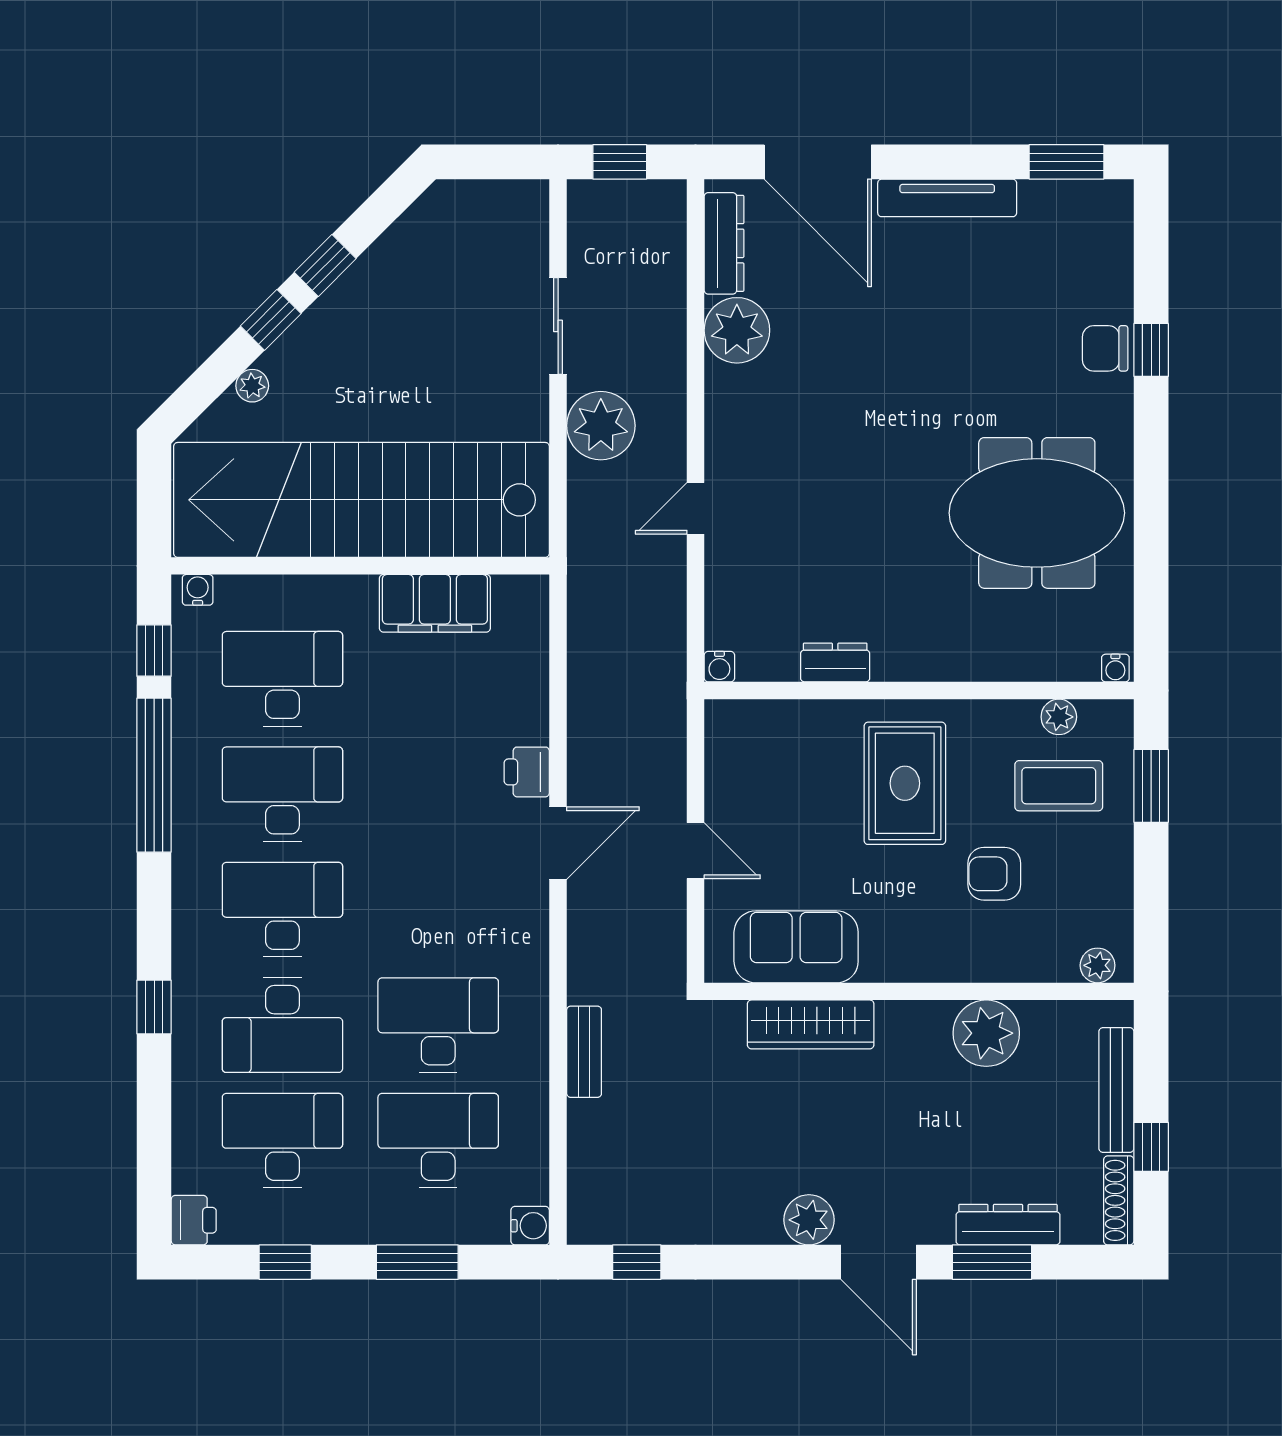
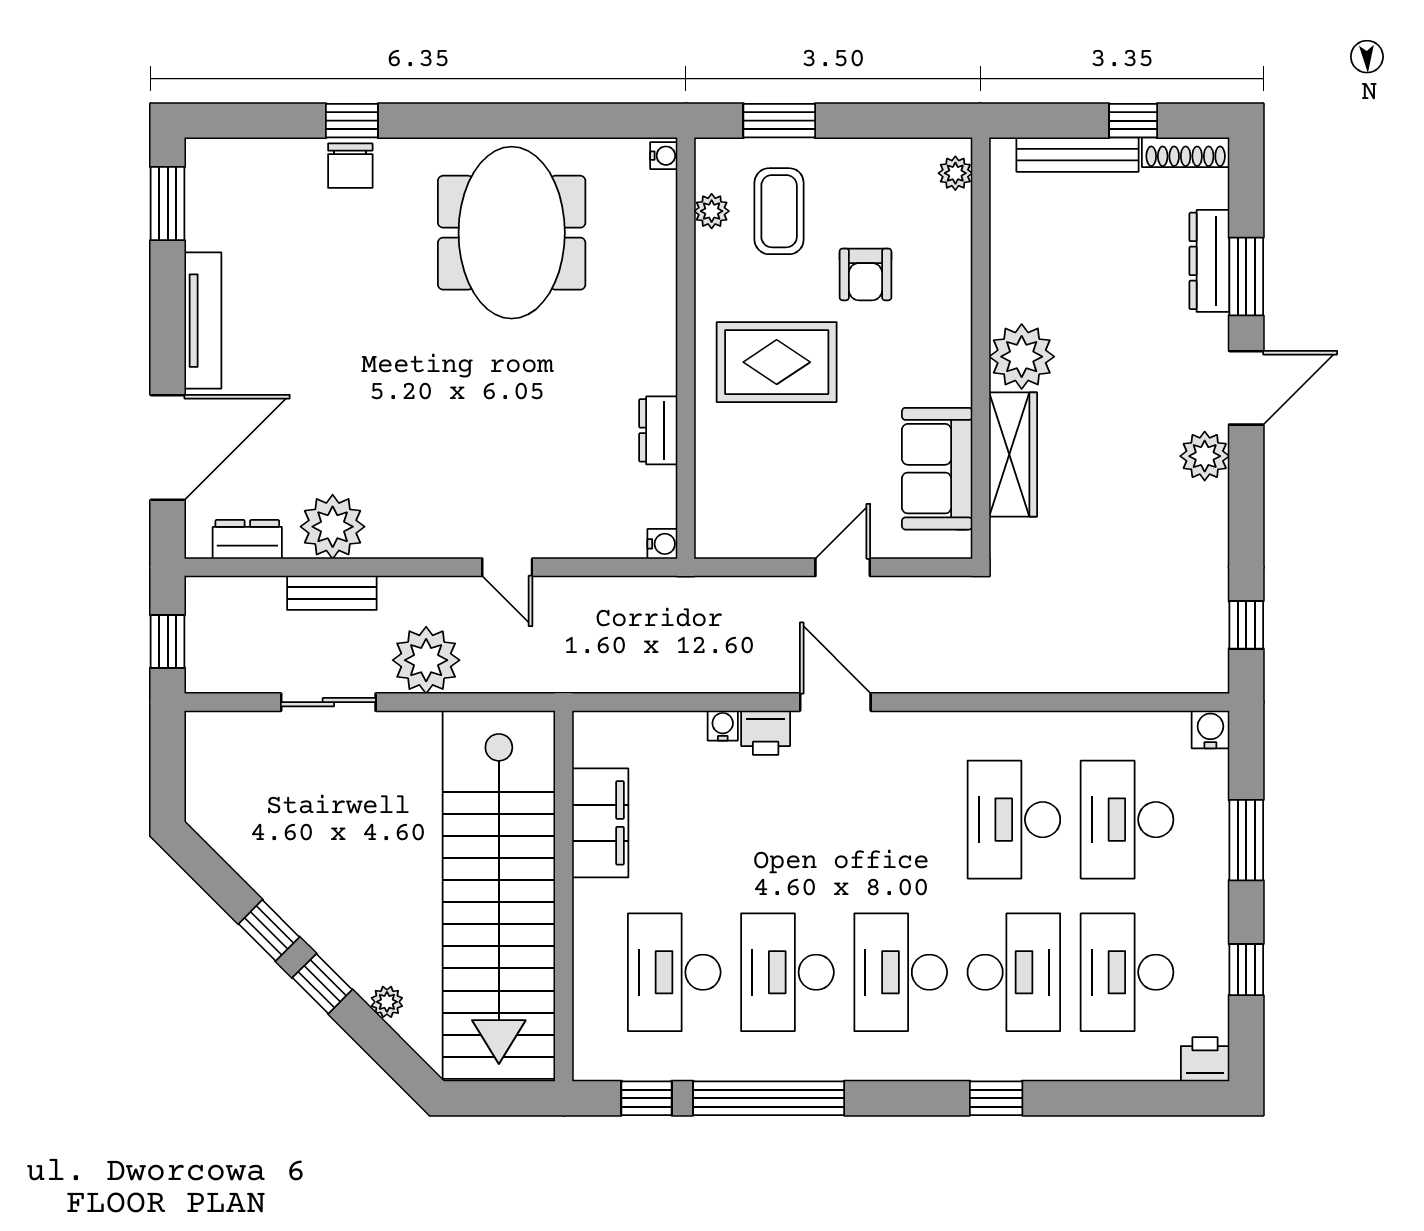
dresser: (724, 243) -> (247, 539), width x0.70
water cooler: (198, 590) -> (723, 726), moved, turned 90
plant: (986, 1033) -> (1022, 357), moved
bench: (584, 1052) -> (332, 593), moved

